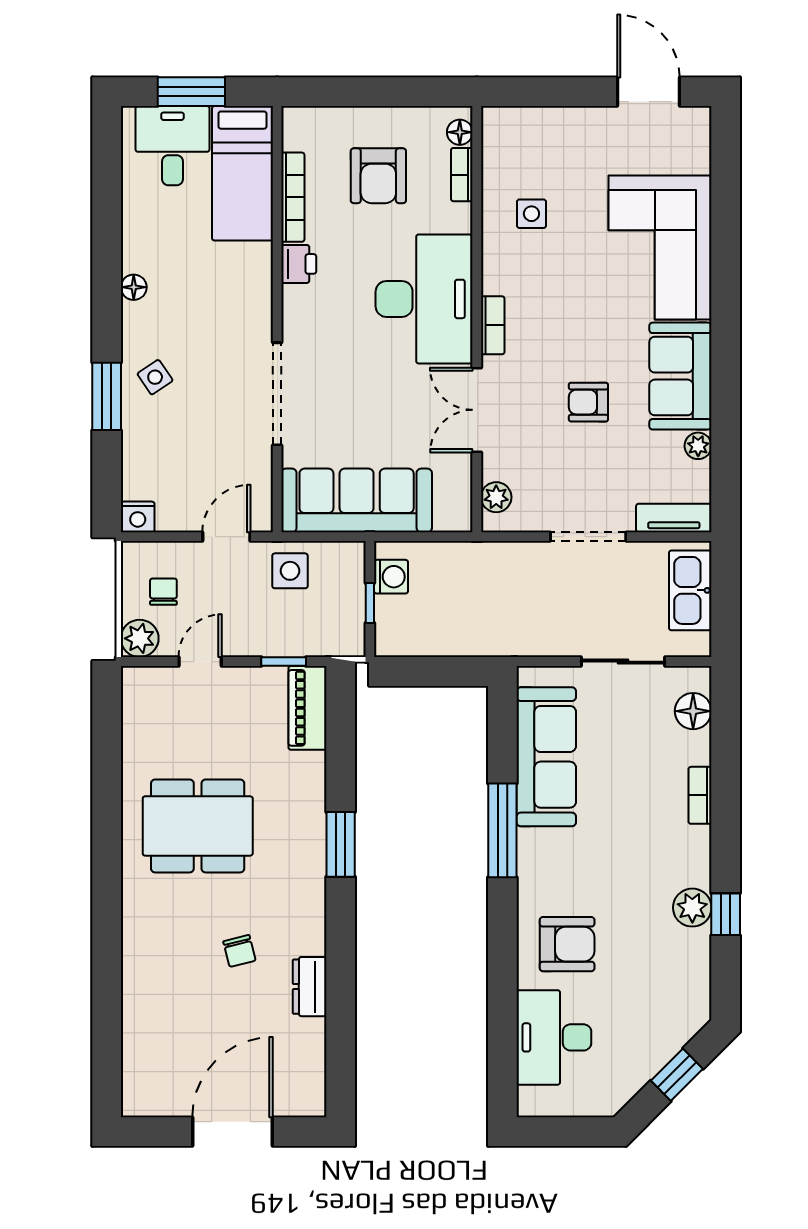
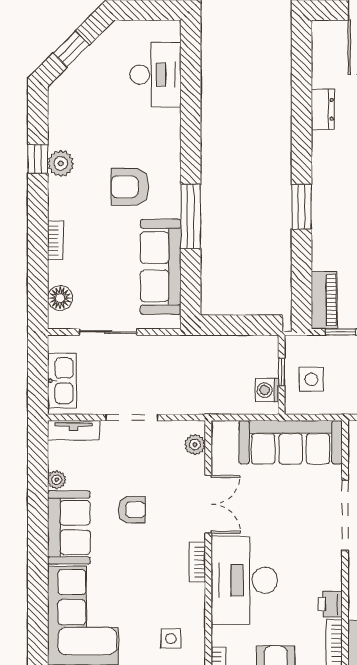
side table: (290, 571) -> (311, 379), moved
armchair: (567, 944) -> (130, 187), moved

